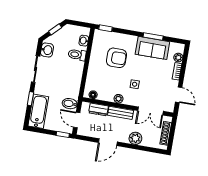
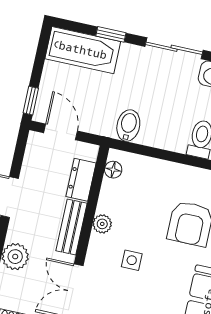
bidet: (70, 104) -> (128, 125), moved
door: (77, 120) -> (61, 132), hinge flipped

